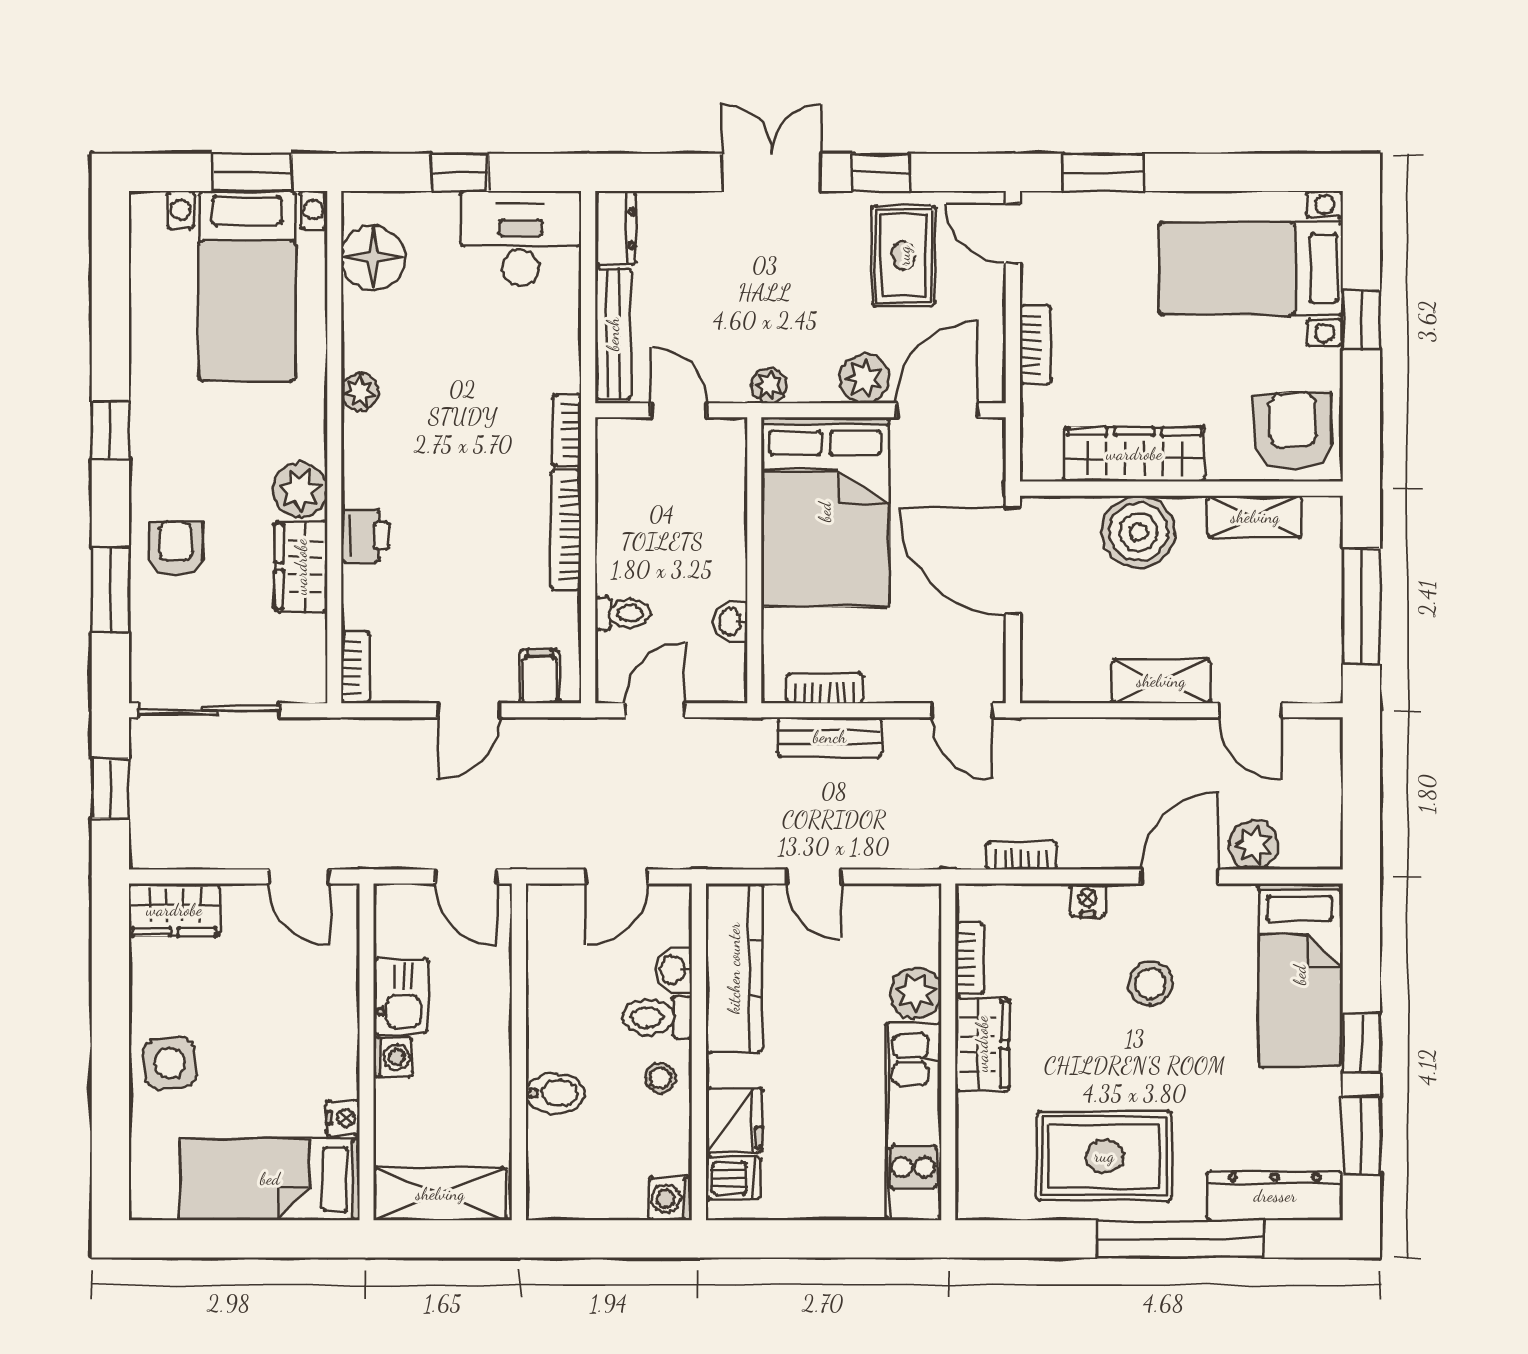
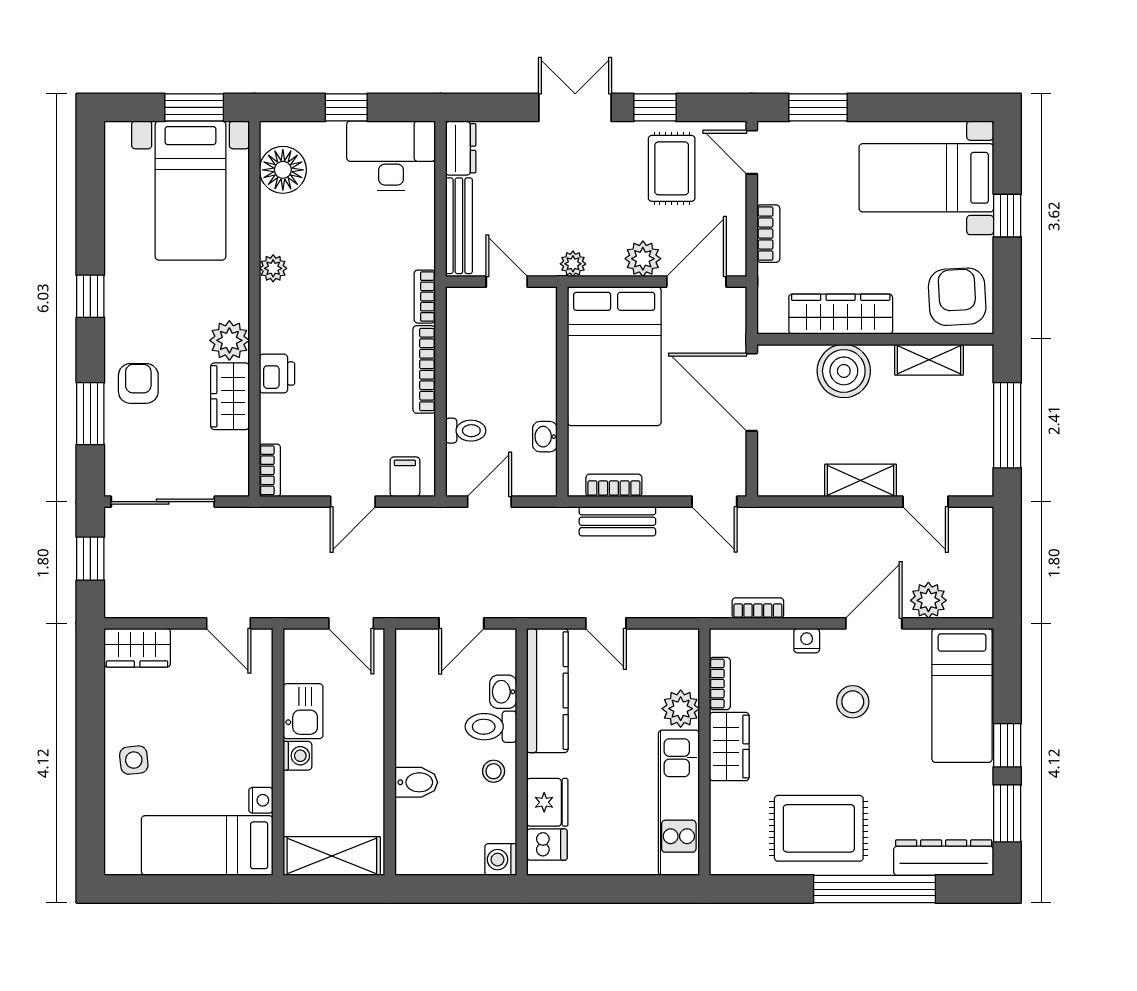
side table: (170, 1063) -> (134, 760), width x0.73, depth x0.73

